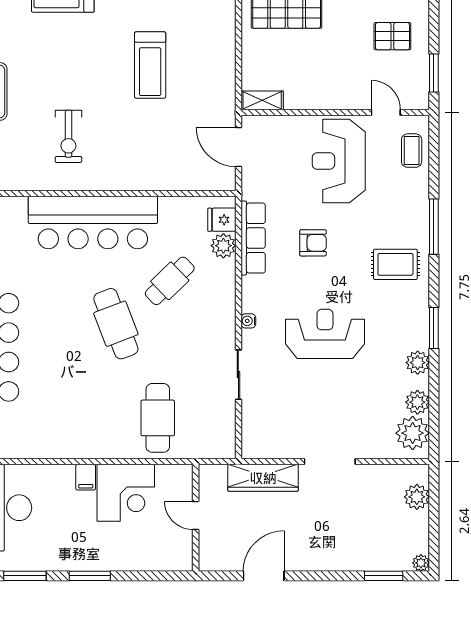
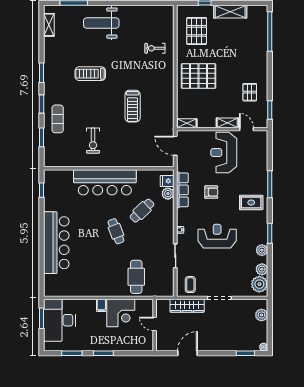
pallet: (392, 36) -> (250, 92), turned 90
shelving: (346, 99) -> (227, 123), added
coffee table: (412, 151) -> (190, 285), moved
cafe table: (116, 324) -> (116, 231), width x0.73, depth x0.74

